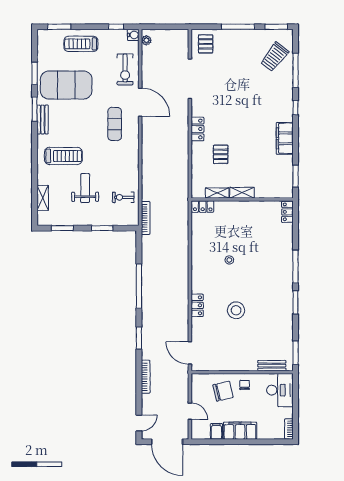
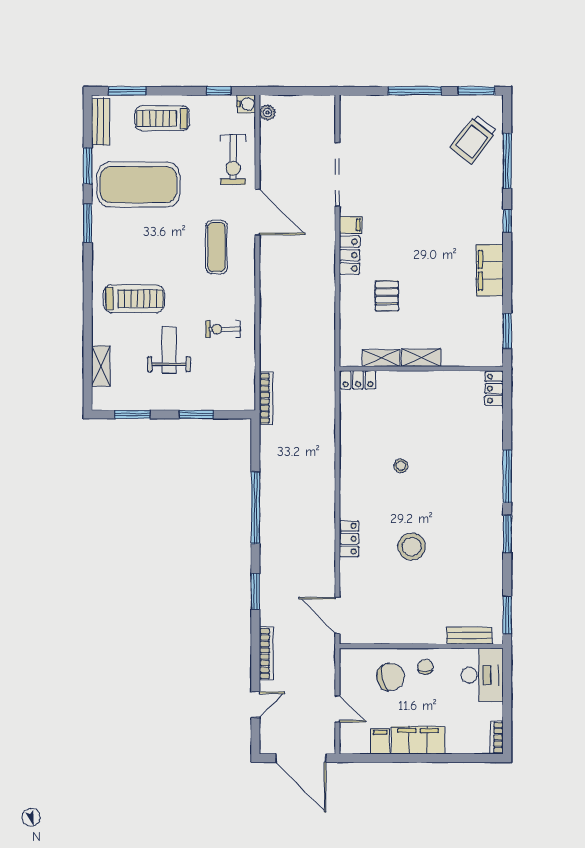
pallet: (206, 44) -> (363, 118), removed
filing cabinet: (198, 110) -> (351, 225), added
bench: (43, 120) -> (101, 122), moved
exercise bike: (123, 197) -> (223, 329), moved
door: (139, 423) -> (255, 705), moved

